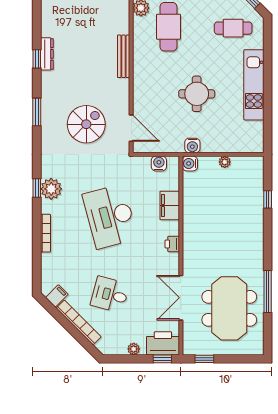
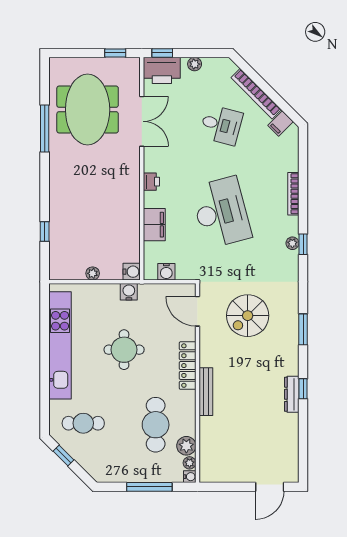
locker: (140, 80) -> (188, 366), added
kitchen unit: (254, 85) -> (60, 345), width x1.36
plant: (51, 189) -> (292, 243), width x0.53, depth x0.53

